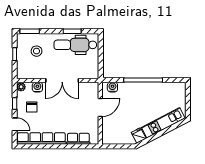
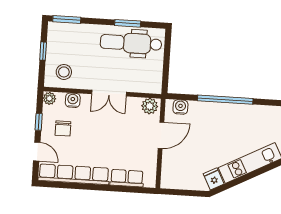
stool: (37, 51) -> (64, 72), moved
double door: (62, 81) -> (109, 93), width x0.73
plant: (91, 88) -> (150, 106), added

